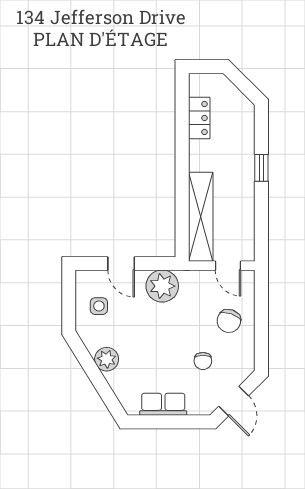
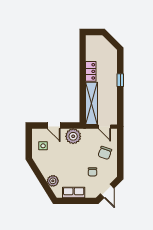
locker: (199, 118) -> (91, 71), moved
plant: (107, 359) -> (53, 181), moved

